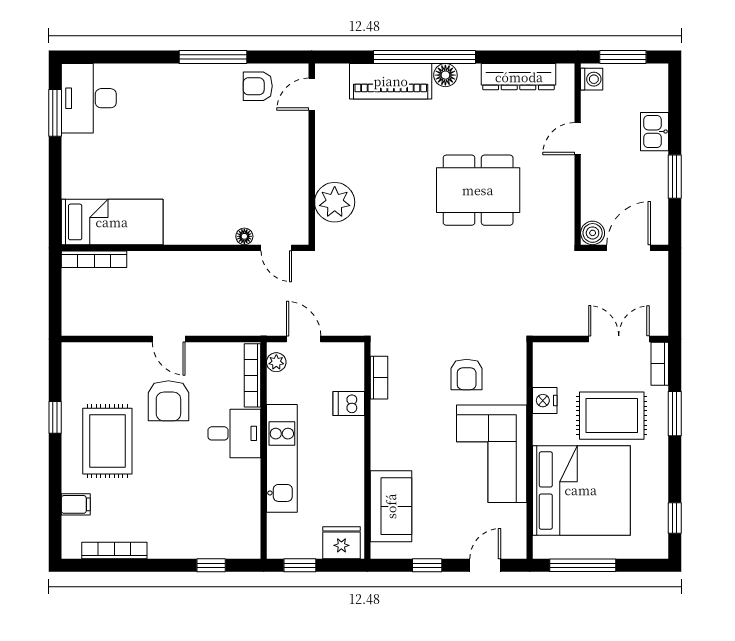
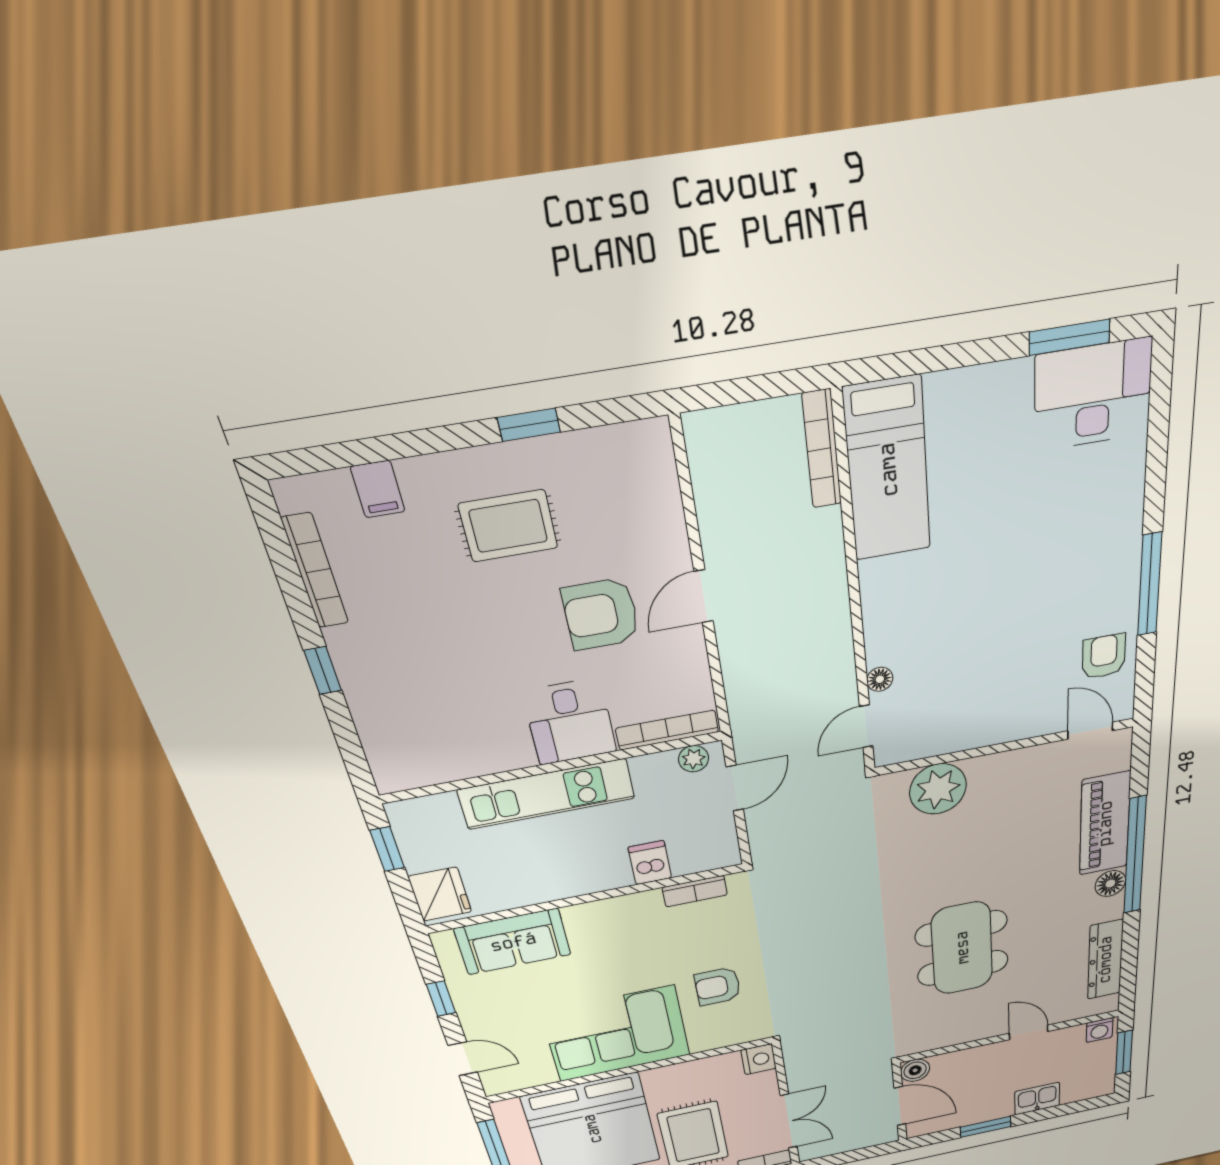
nightstand: (545, 401) -> (759, 1059), moved, turned 90
rug: (107, 441) -> (508, 526), width x0.73, depth x0.70
window: (211, 565) -> (323, 671), moved

